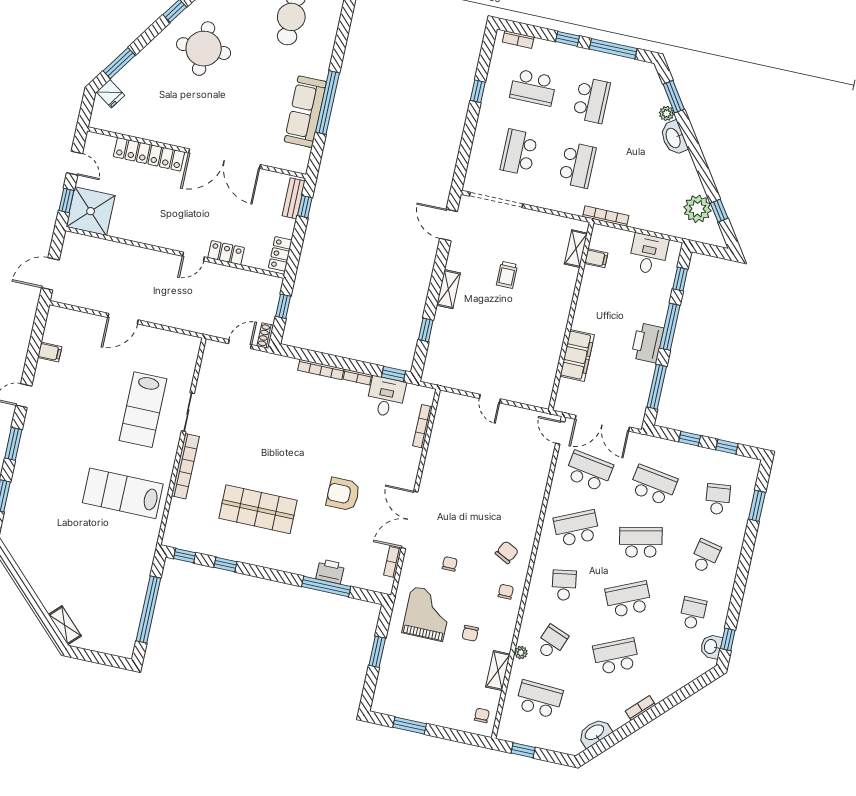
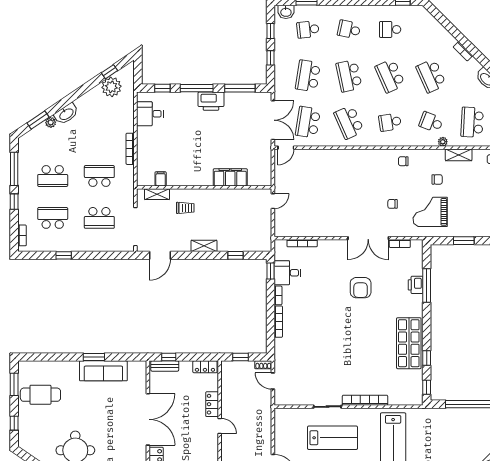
school desk: (533, 87) -> (53, 218), turned -90
school desk: (591, 100) -> (53, 176), turned 180
window: (327, 102) -> (94, 357), width x0.47
shelving: (576, 249) -> (157, 194), moved
filing cabinet: (596, 258) -> (161, 179), moved
wall: (571, 316) -> (204, 187), moved
filing cabinet: (577, 355) -> (230, 177), moved
shop shelf: (258, 509) -> (409, 343), moved
chair: (507, 552) -> (376, 166), removed
washbasin: (711, 647) -> (286, 12), moved

